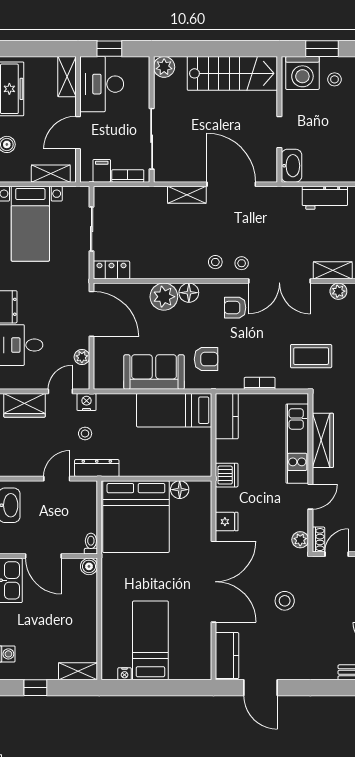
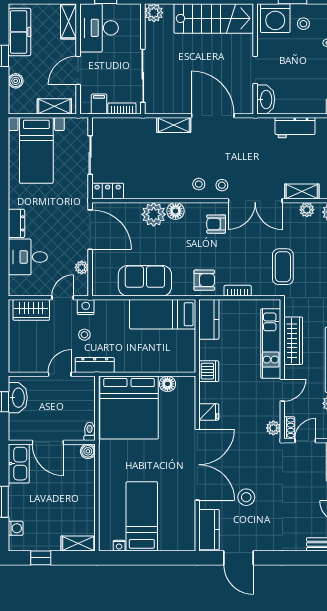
coffee table: (311, 356) -> (283, 267), turned 90
armchair: (206, 359) -> (204, 280), moved
stool: (285, 601) -> (246, 497), moved

